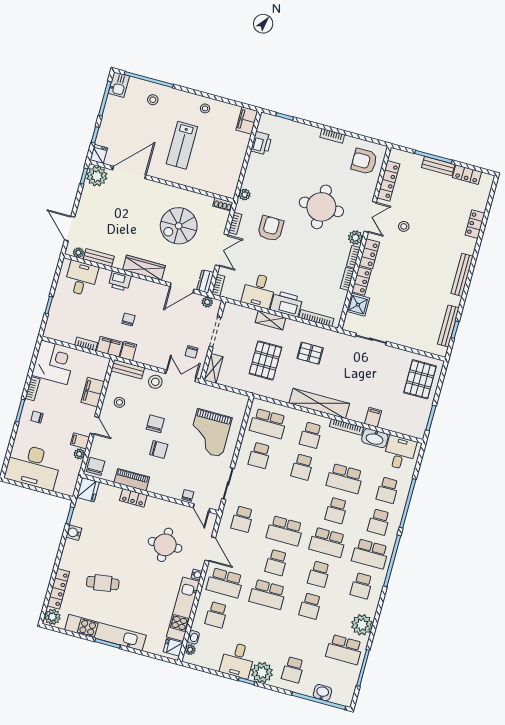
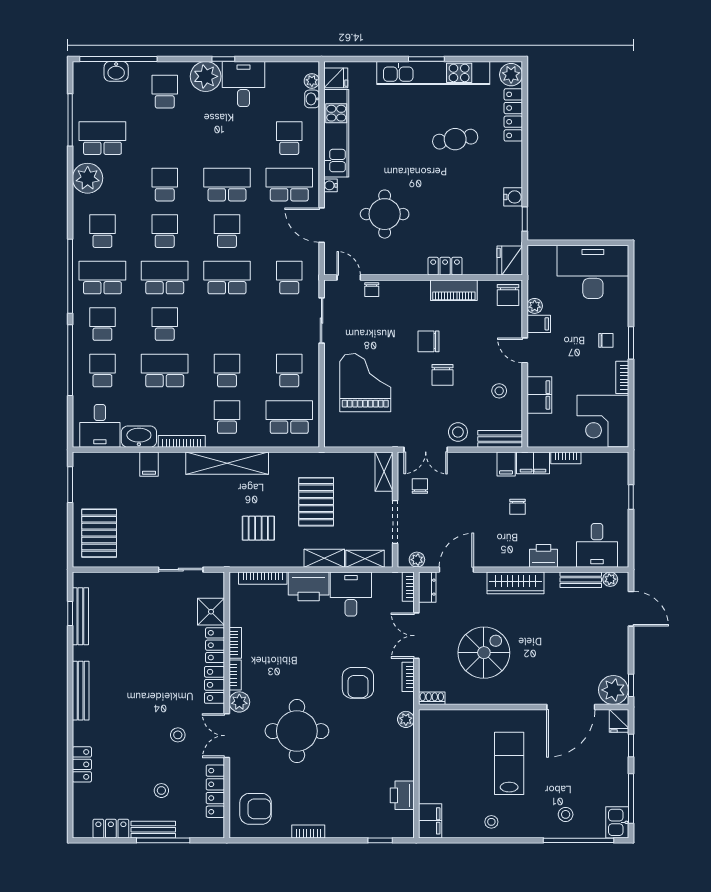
stool: (425, 191) -> (161, 791), added
shelving: (243, 312) -> (365, 559), added

